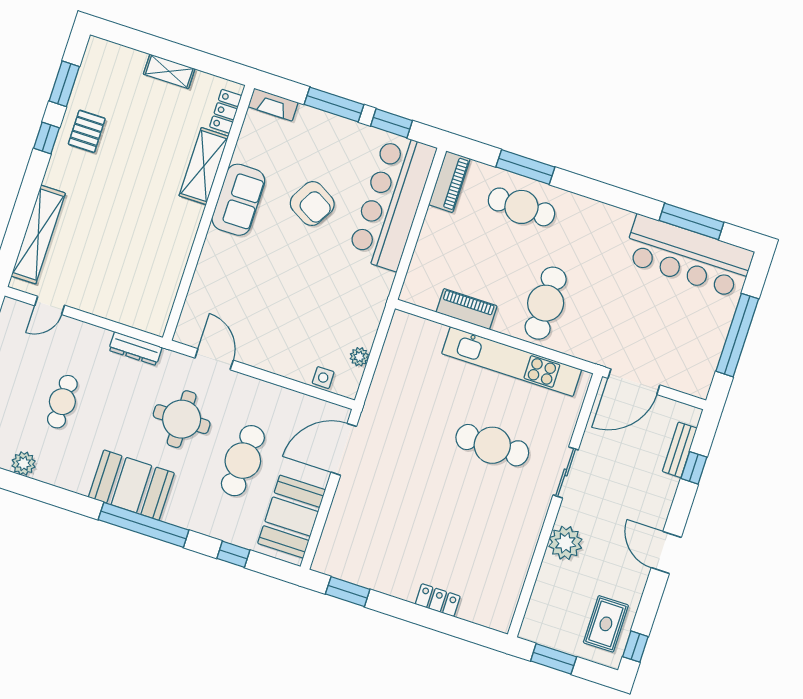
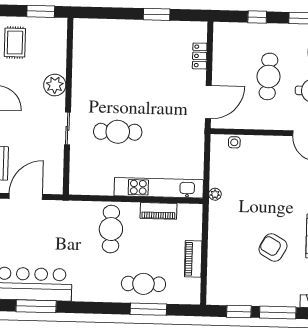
piano: (449, 182) -> (193, 259), moved
bar counter: (392, 202) -> (224, 263), removed
plant: (359, 357) -> (215, 194), moved
kitchen unit: (512, 362) -> (159, 188), moved
door: (634, 382) -> (26, 196), moved
booth: (292, 517) -> (228, 51), removed
window: (348, 592) -> (157, 14), moved
locker: (438, 600) -> (200, 56), moved, turned 90

